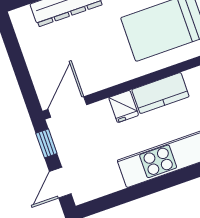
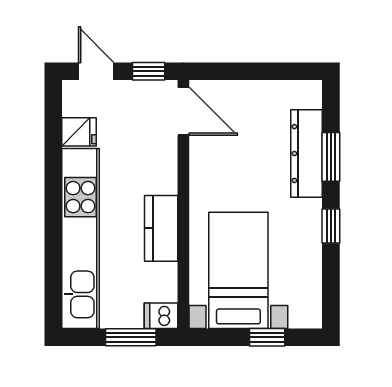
fridge: (124, 106) -> (79, 132), moved, turned 180

